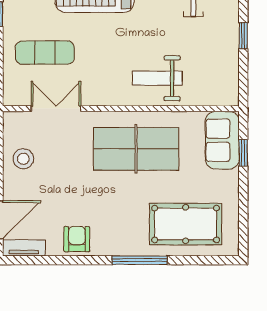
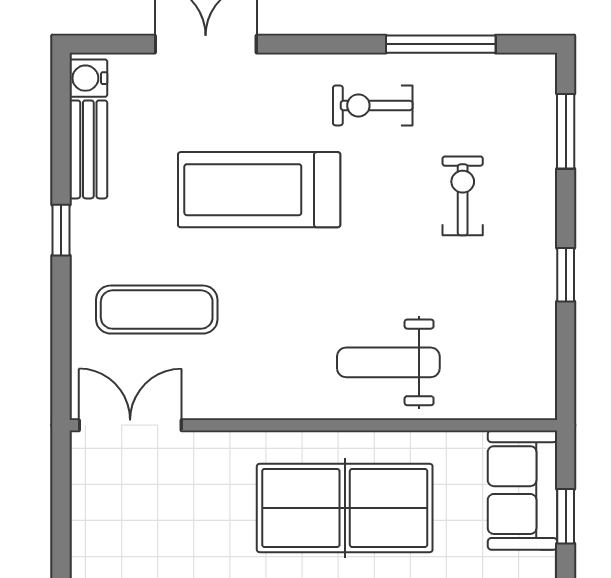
double door: (56, 109) -> (130, 425), moved
stool: (23, 159) -> (112, 528), removed

